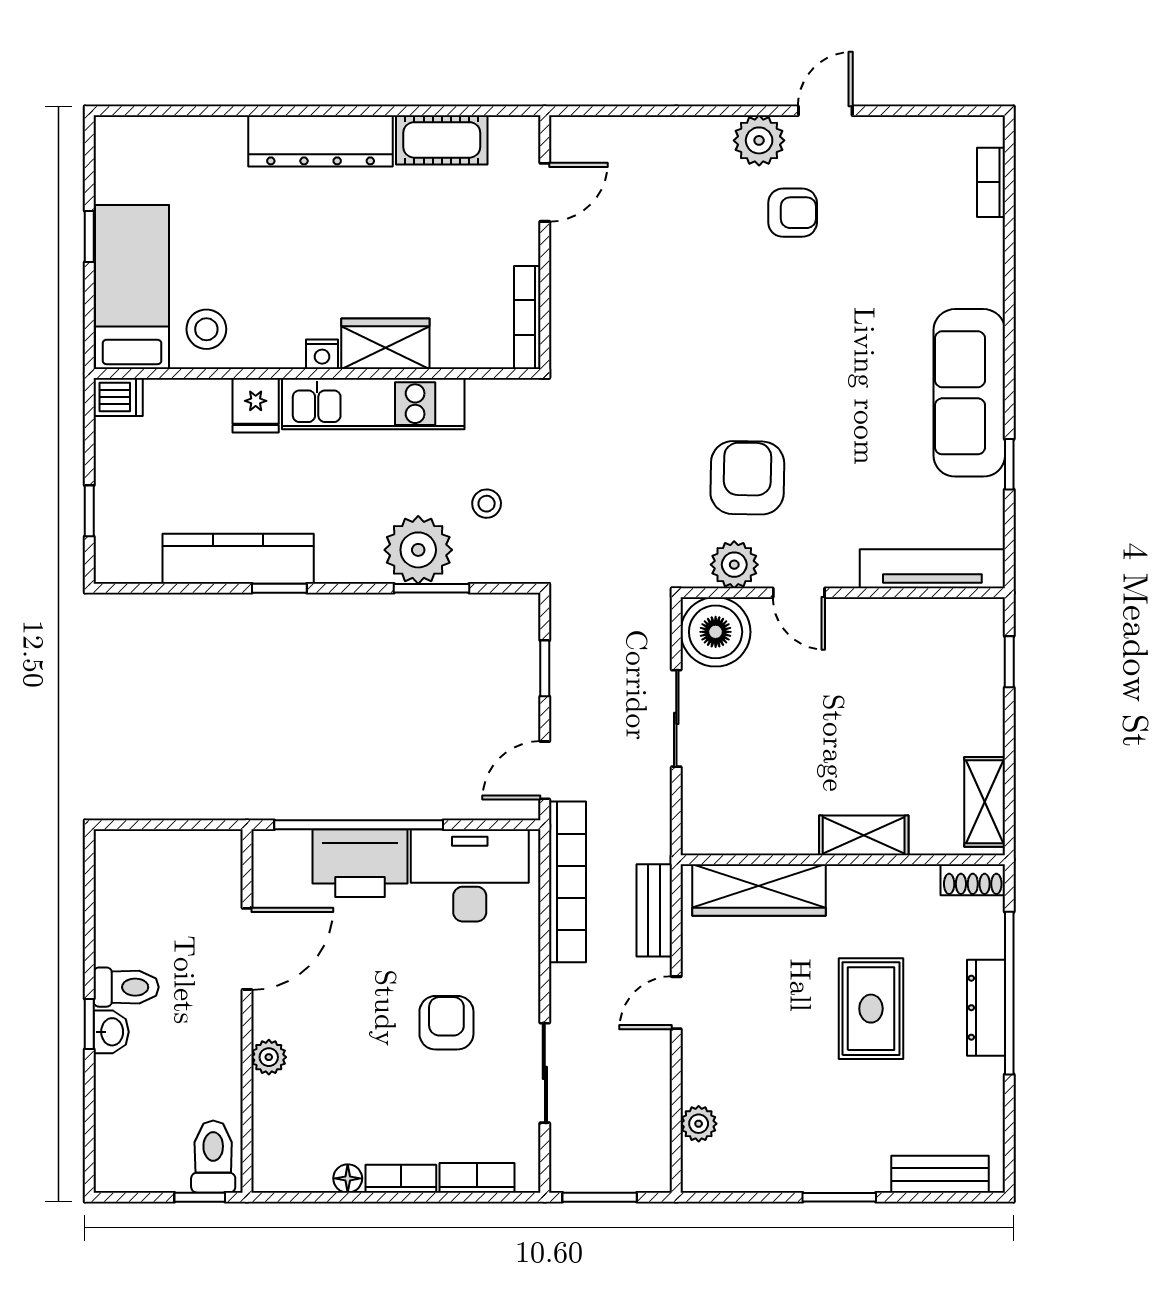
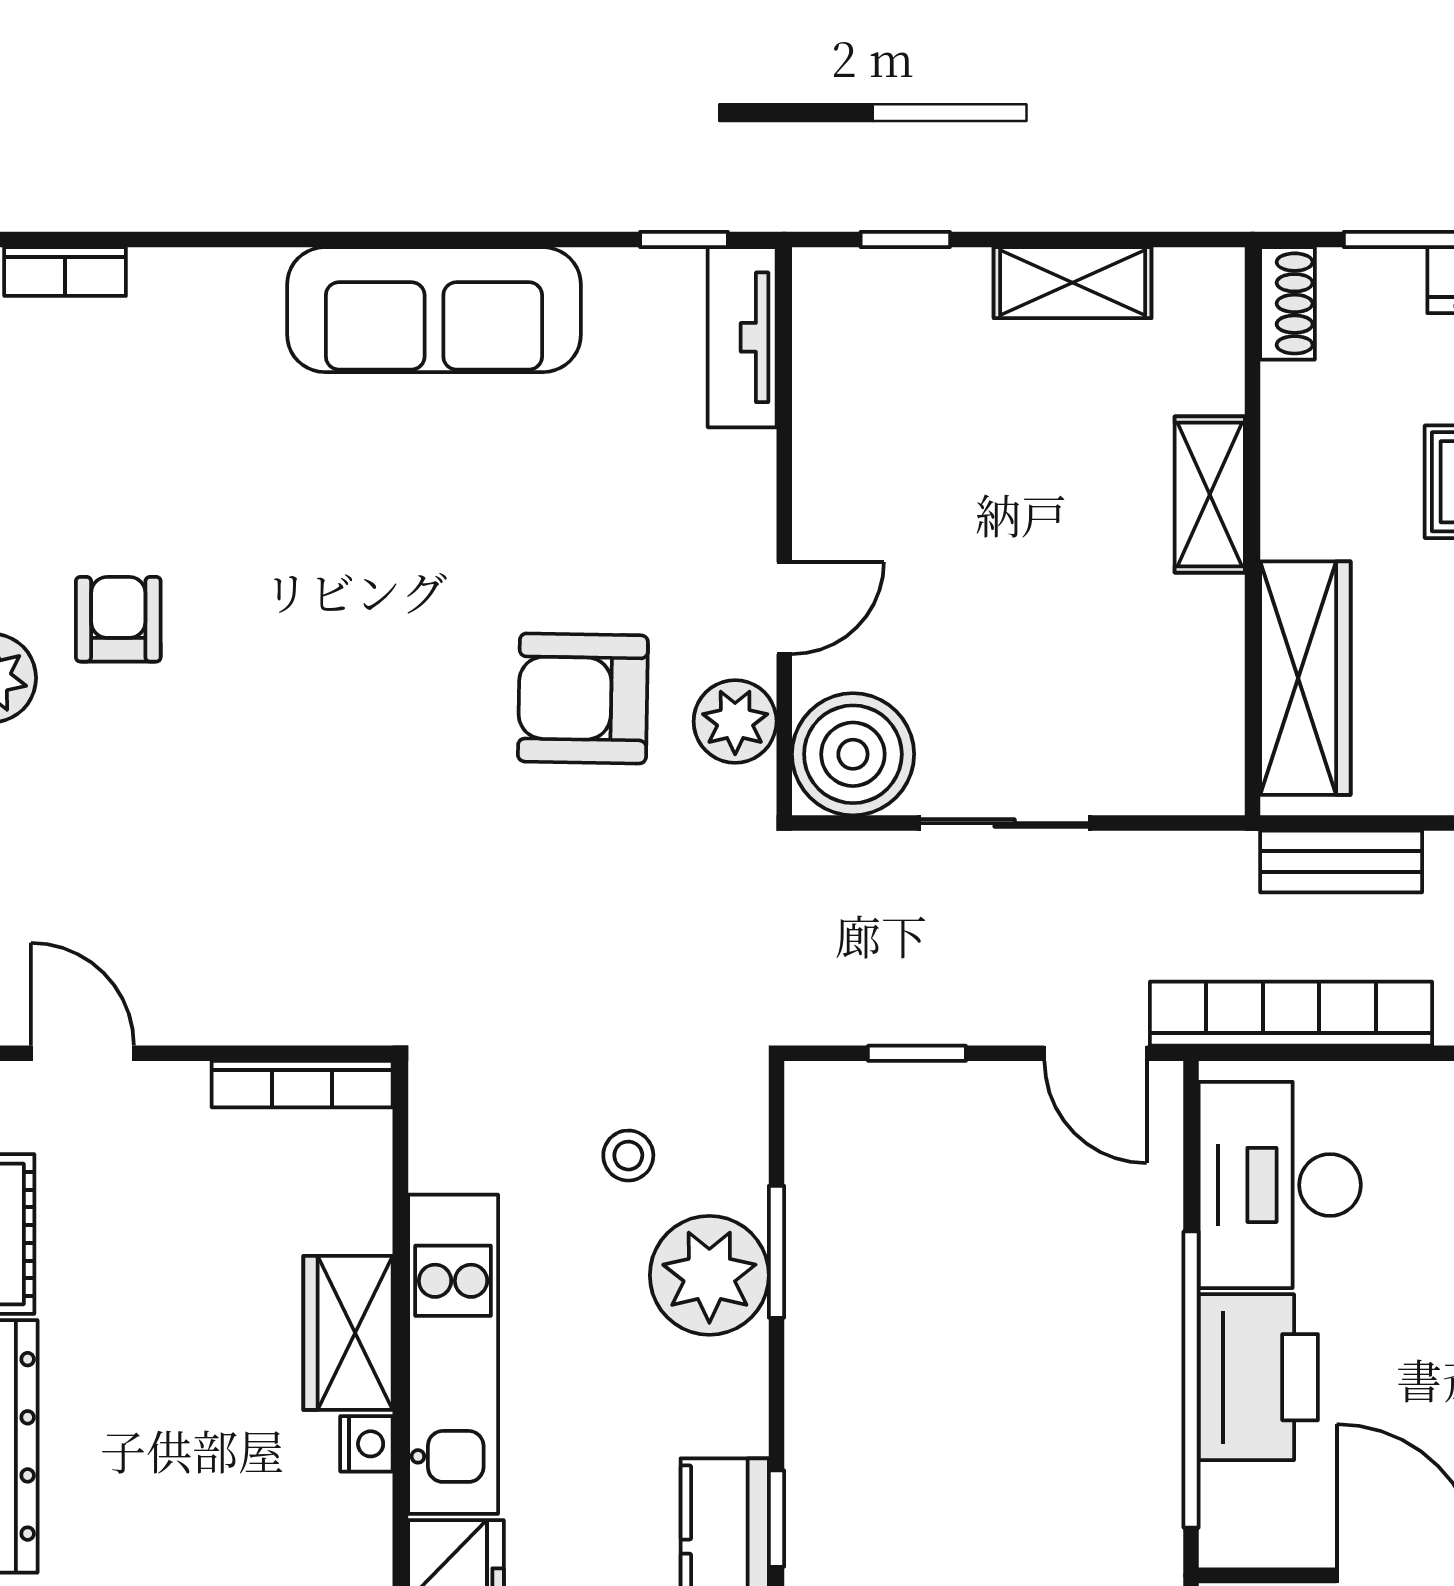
window: (1009, 464) -> (684, 240), moved
tv unit: (932, 569) -> (742, 337), width x0.71
shelving: (985, 802) -> (1073, 283), moved

